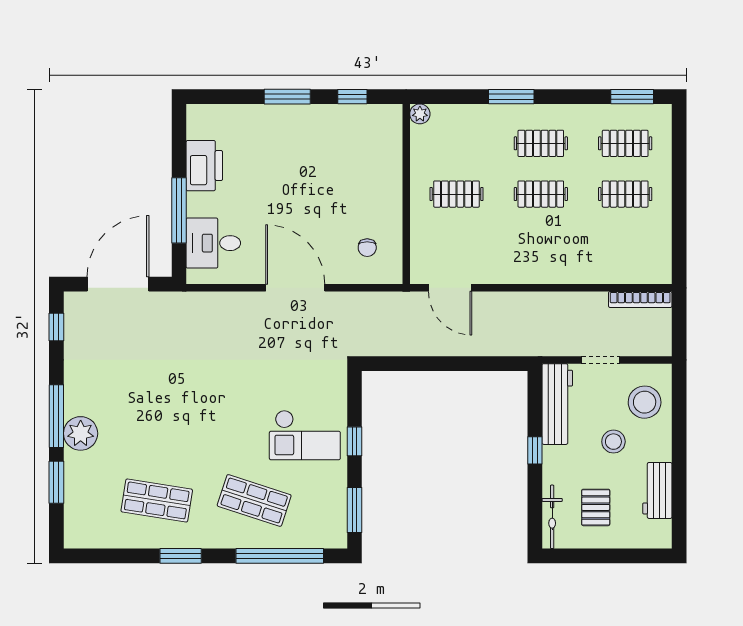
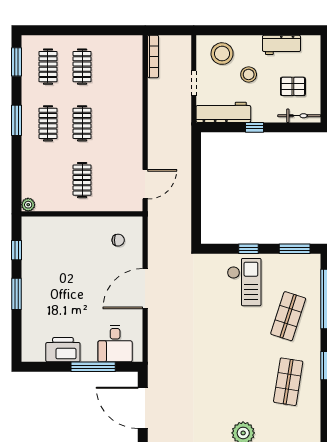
window: (511, 97) -> (17, 120), moved

